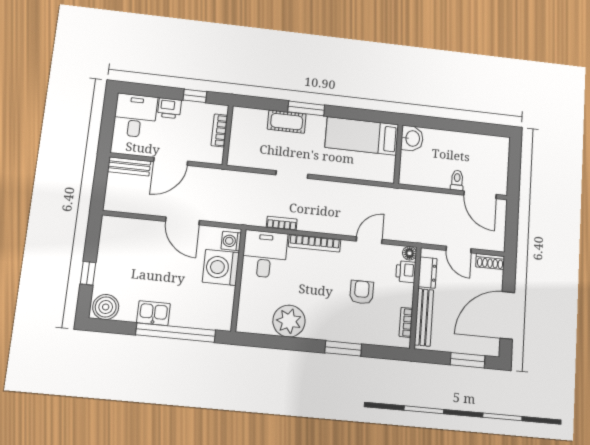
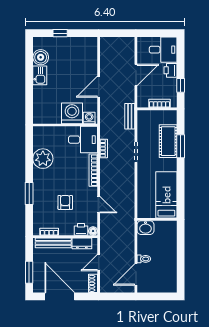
window: (306, 108) -> (181, 146), moved
cot: (287, 122) -> (168, 141), width x1.37, depth x1.34
washbasin: (412, 138) -> (146, 228), moved
door: (171, 161) -> (136, 75), swing flipped
bench: (129, 166) -> (130, 116), moved
armchair: (362, 292) -> (65, 202), turned -90
boiler: (106, 307) -> (41, 57), moved
window: (176, 333) -> (29, 90), removed

